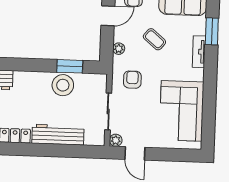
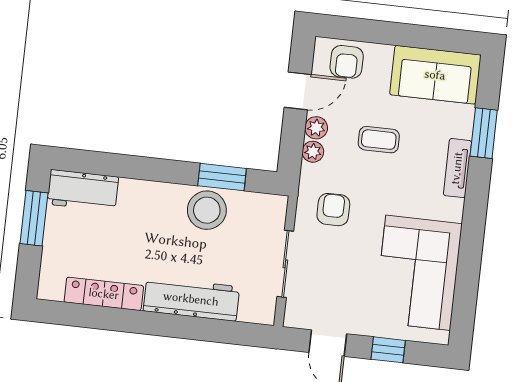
coffee table: (154, 39) -> (379, 140), turned -40
plant: (116, 140) -> (316, 128), moved
window: (168, 155) -> (388, 350), added

